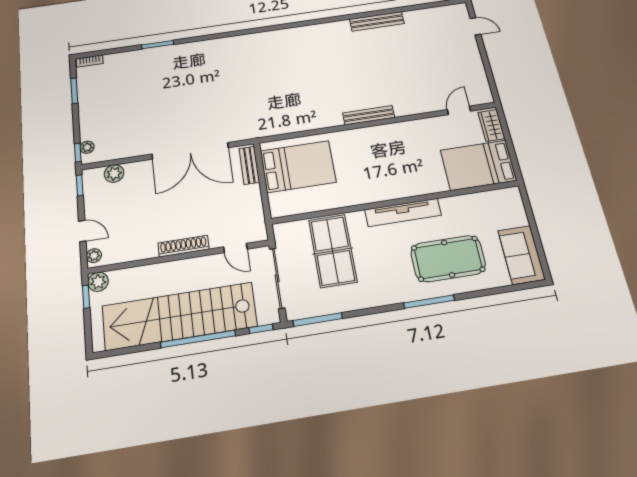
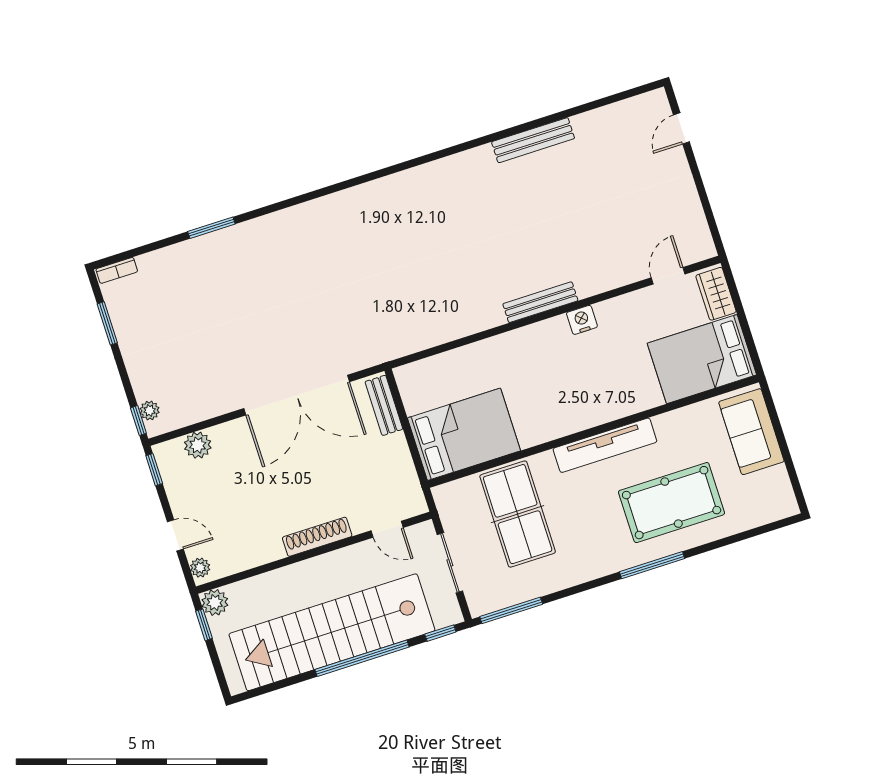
door: (475, 26) -> (681, 128), swing flipped
nightstand: (396, 130) -> (582, 320), added
bed: (298, 167) -> (464, 434), moved
sofa: (521, 255) -> (751, 432), moved
sliding door: (277, 278) -> (450, 563), width x0.73

